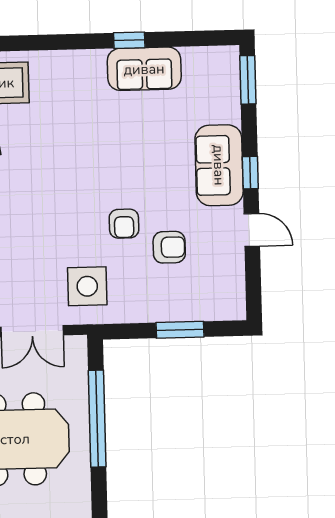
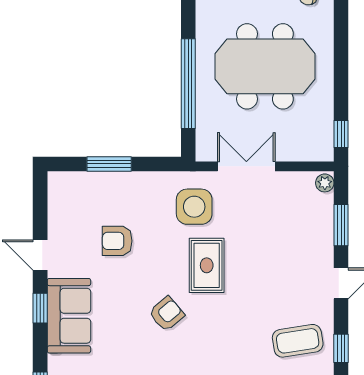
rug: (72, 223) -> (207, 265), added
armchair: (124, 224) -> (167, 314), moved, turned 50

